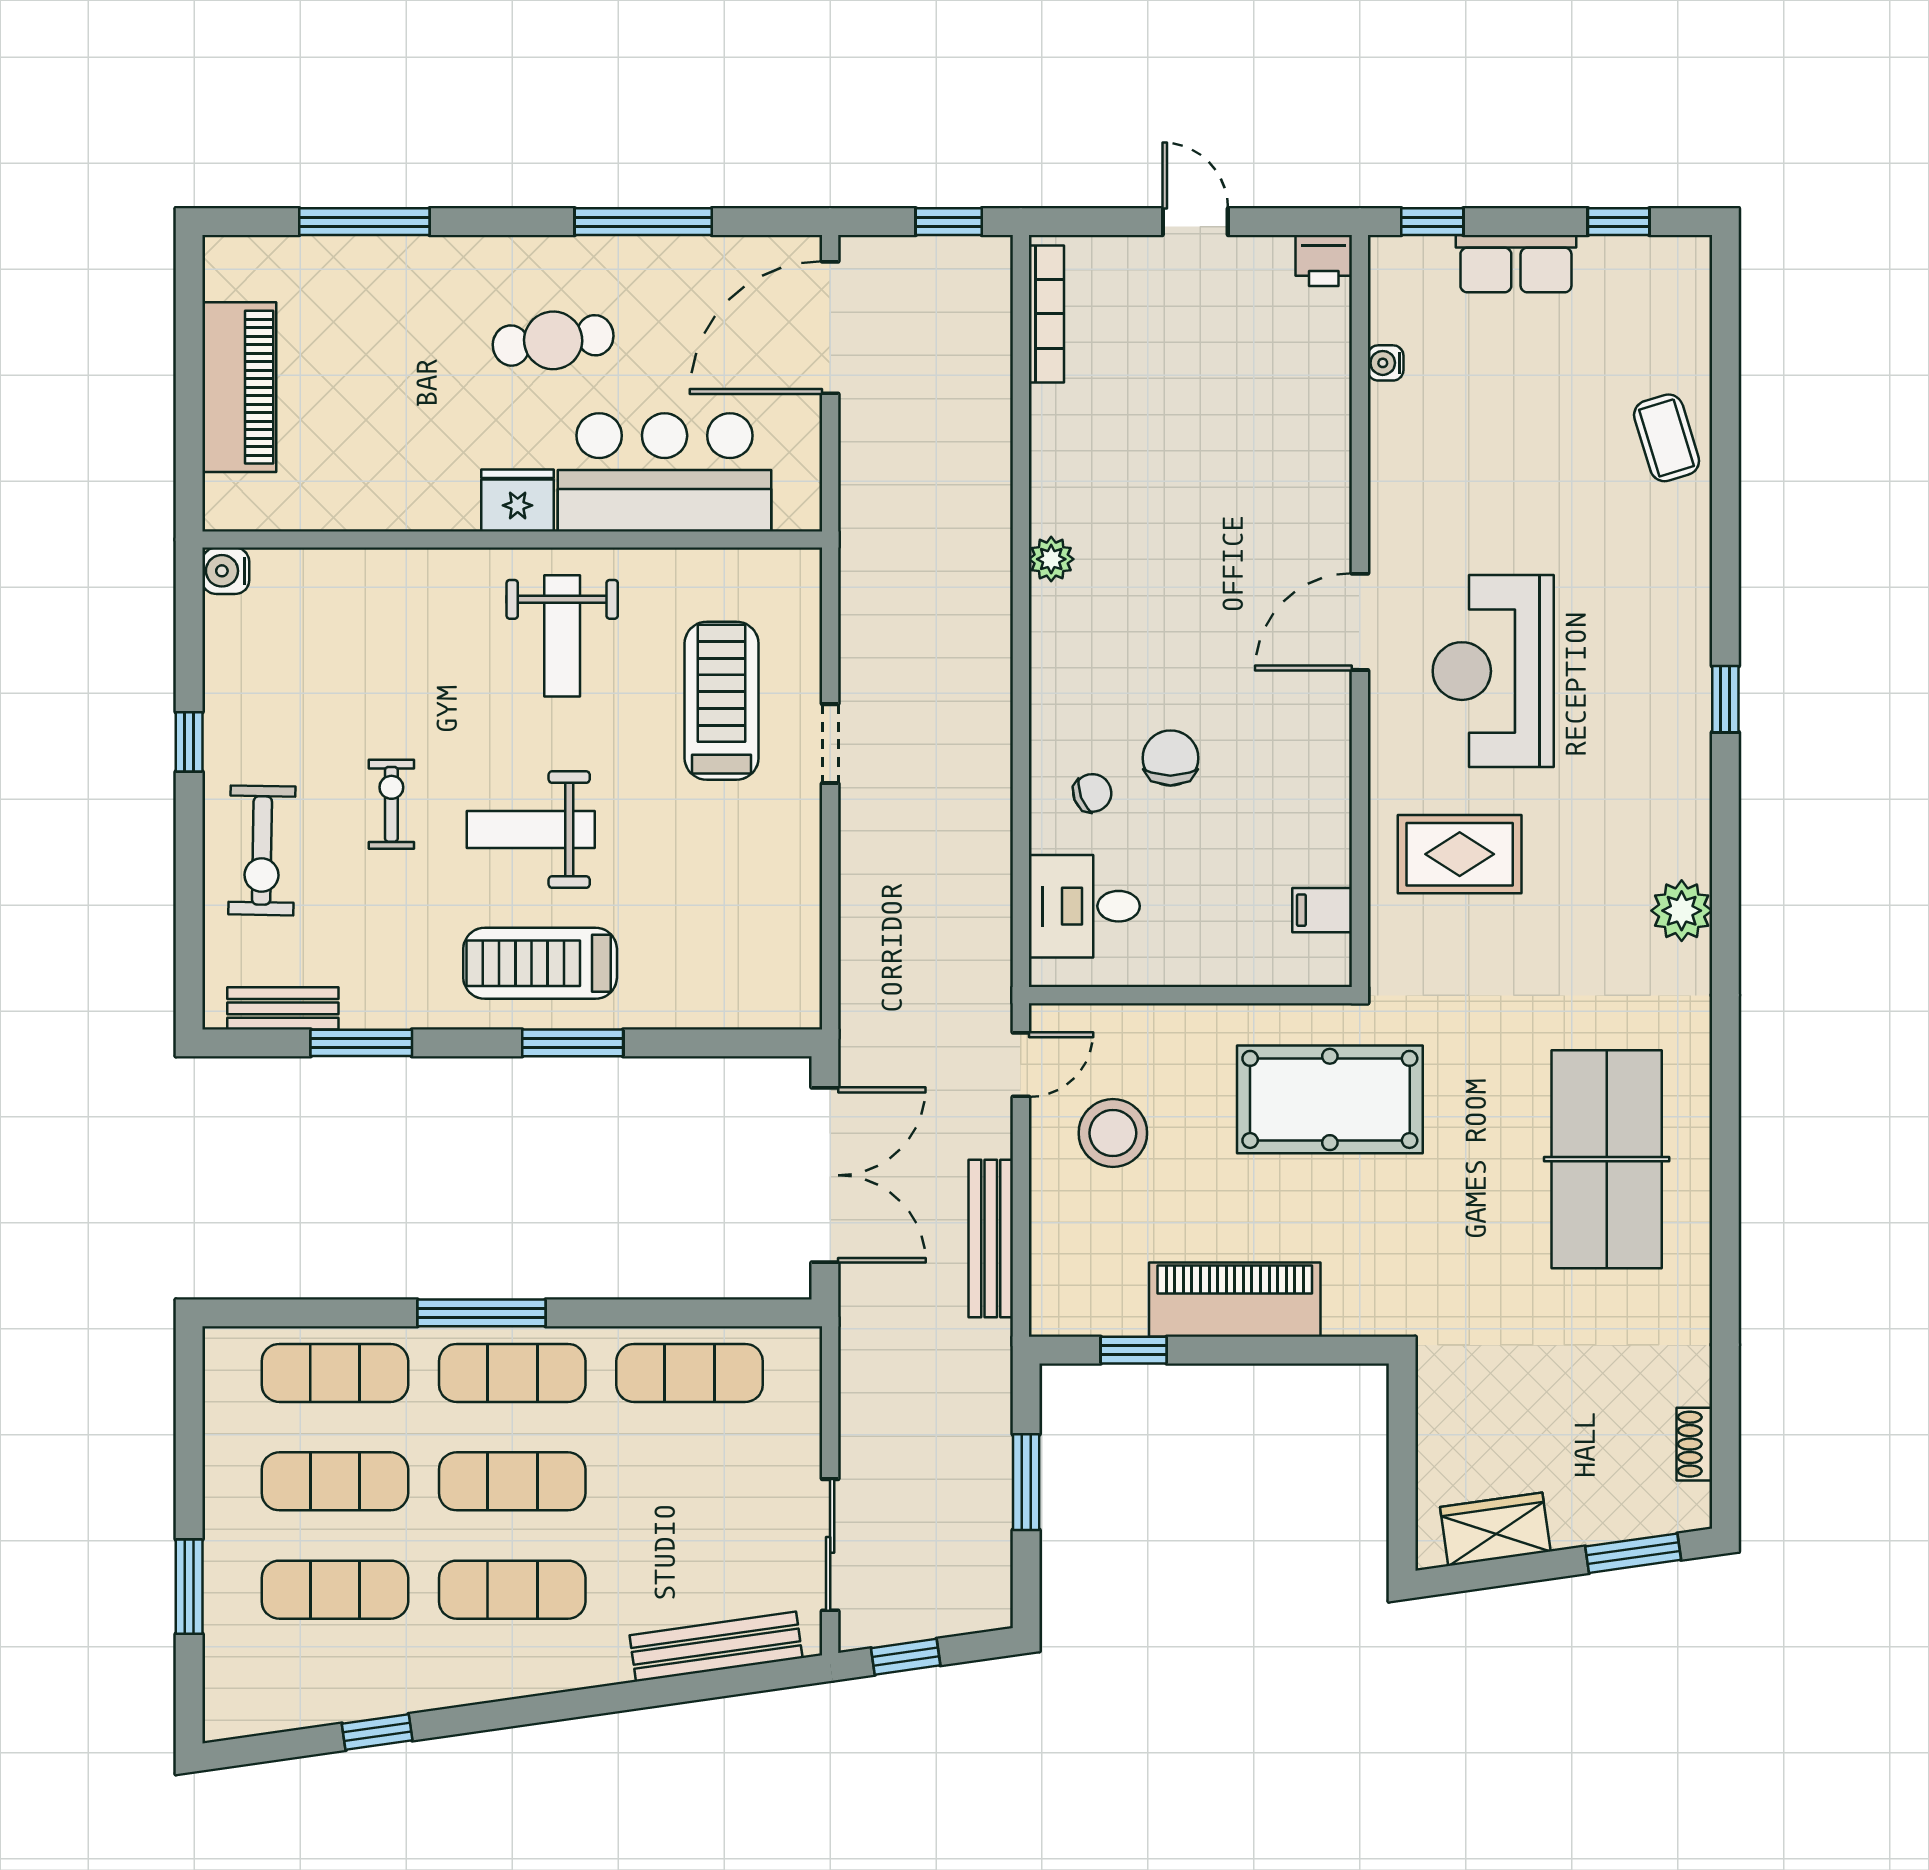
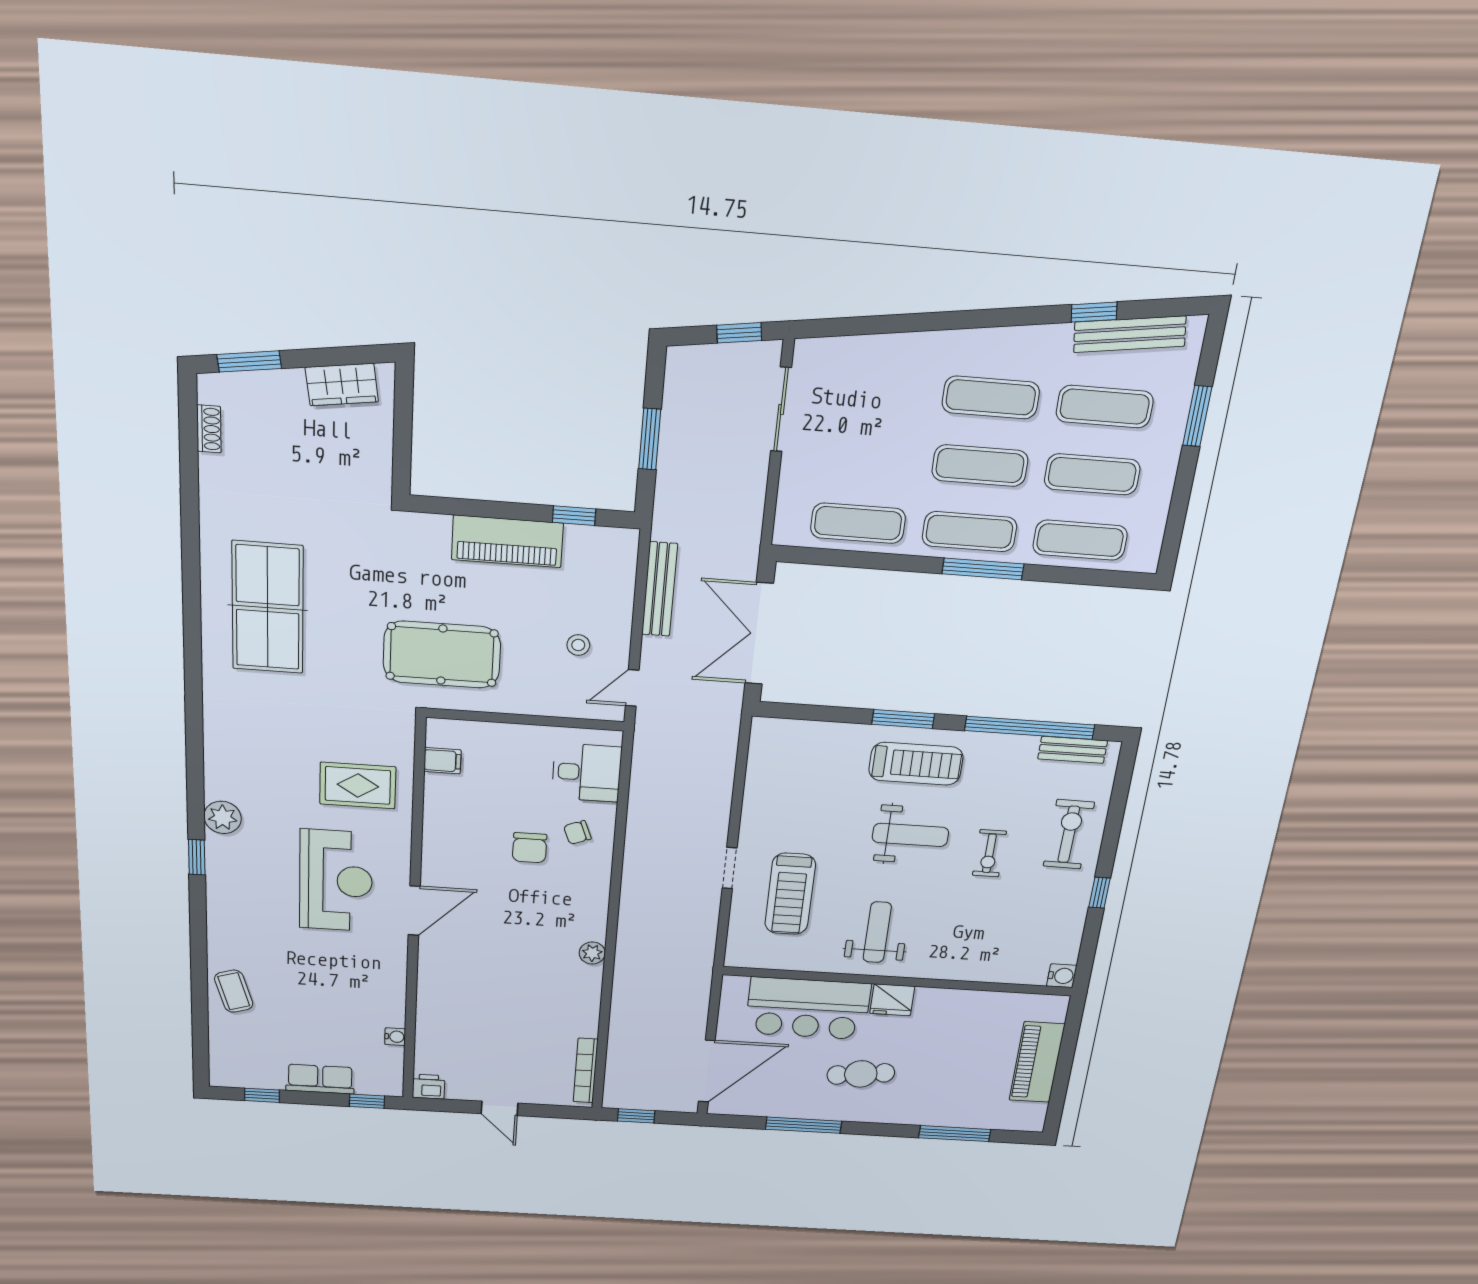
plant: (1682, 911) -> (223, 817), moved
window: (361, 1043) -> (1030, 728), width x2.11
stool: (1113, 1133) -> (578, 645), width x0.53, depth x0.53
bench: (716, 1647) -> (1130, 334), moved

